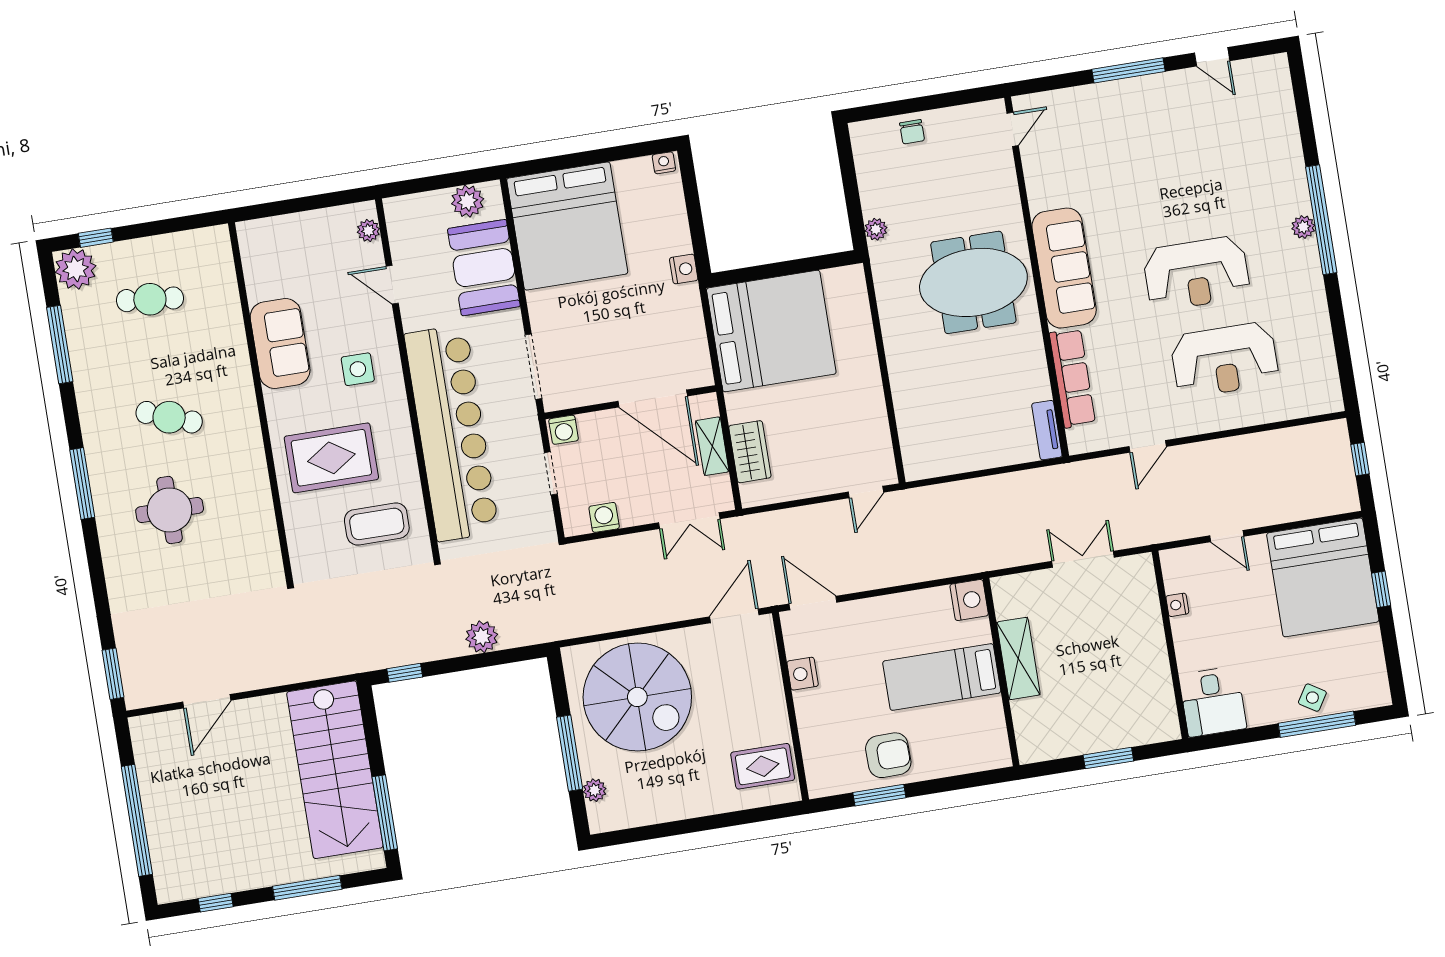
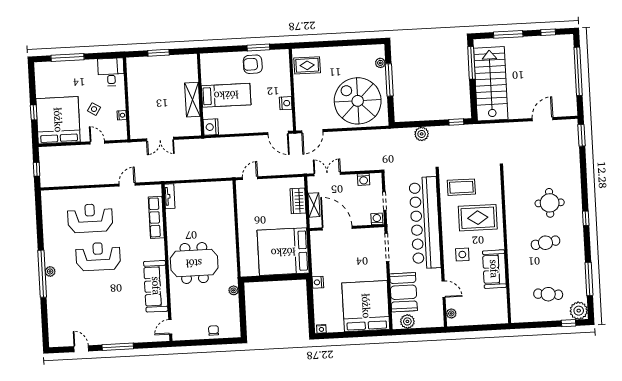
sofa: (1064, 268) -> (156, 286), moved
cafe table: (169, 417) -> (545, 243), turned -30
window: (82, 484) -> (586, 218), width x0.46
side table: (1312, 698) -> (94, 109), moved

